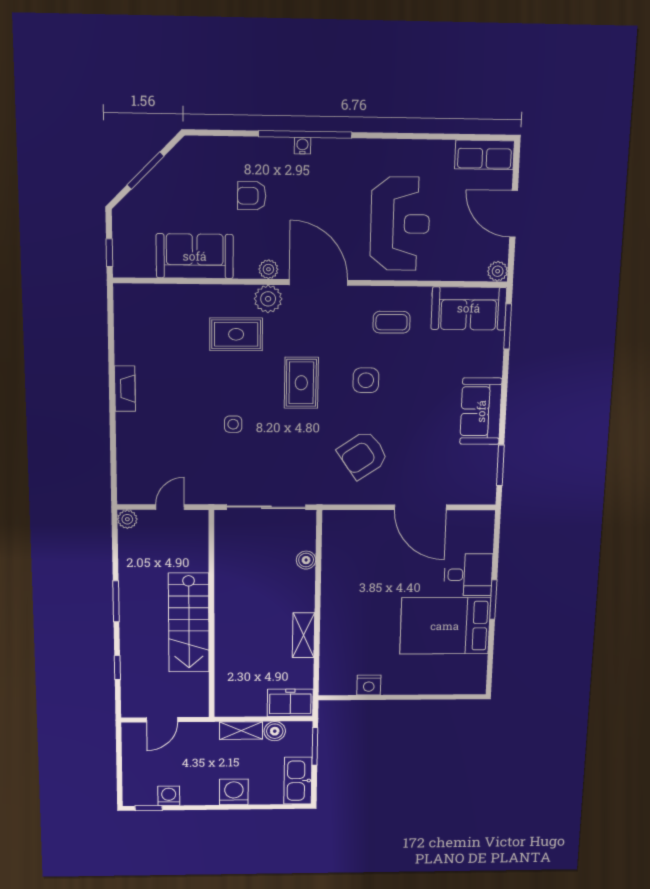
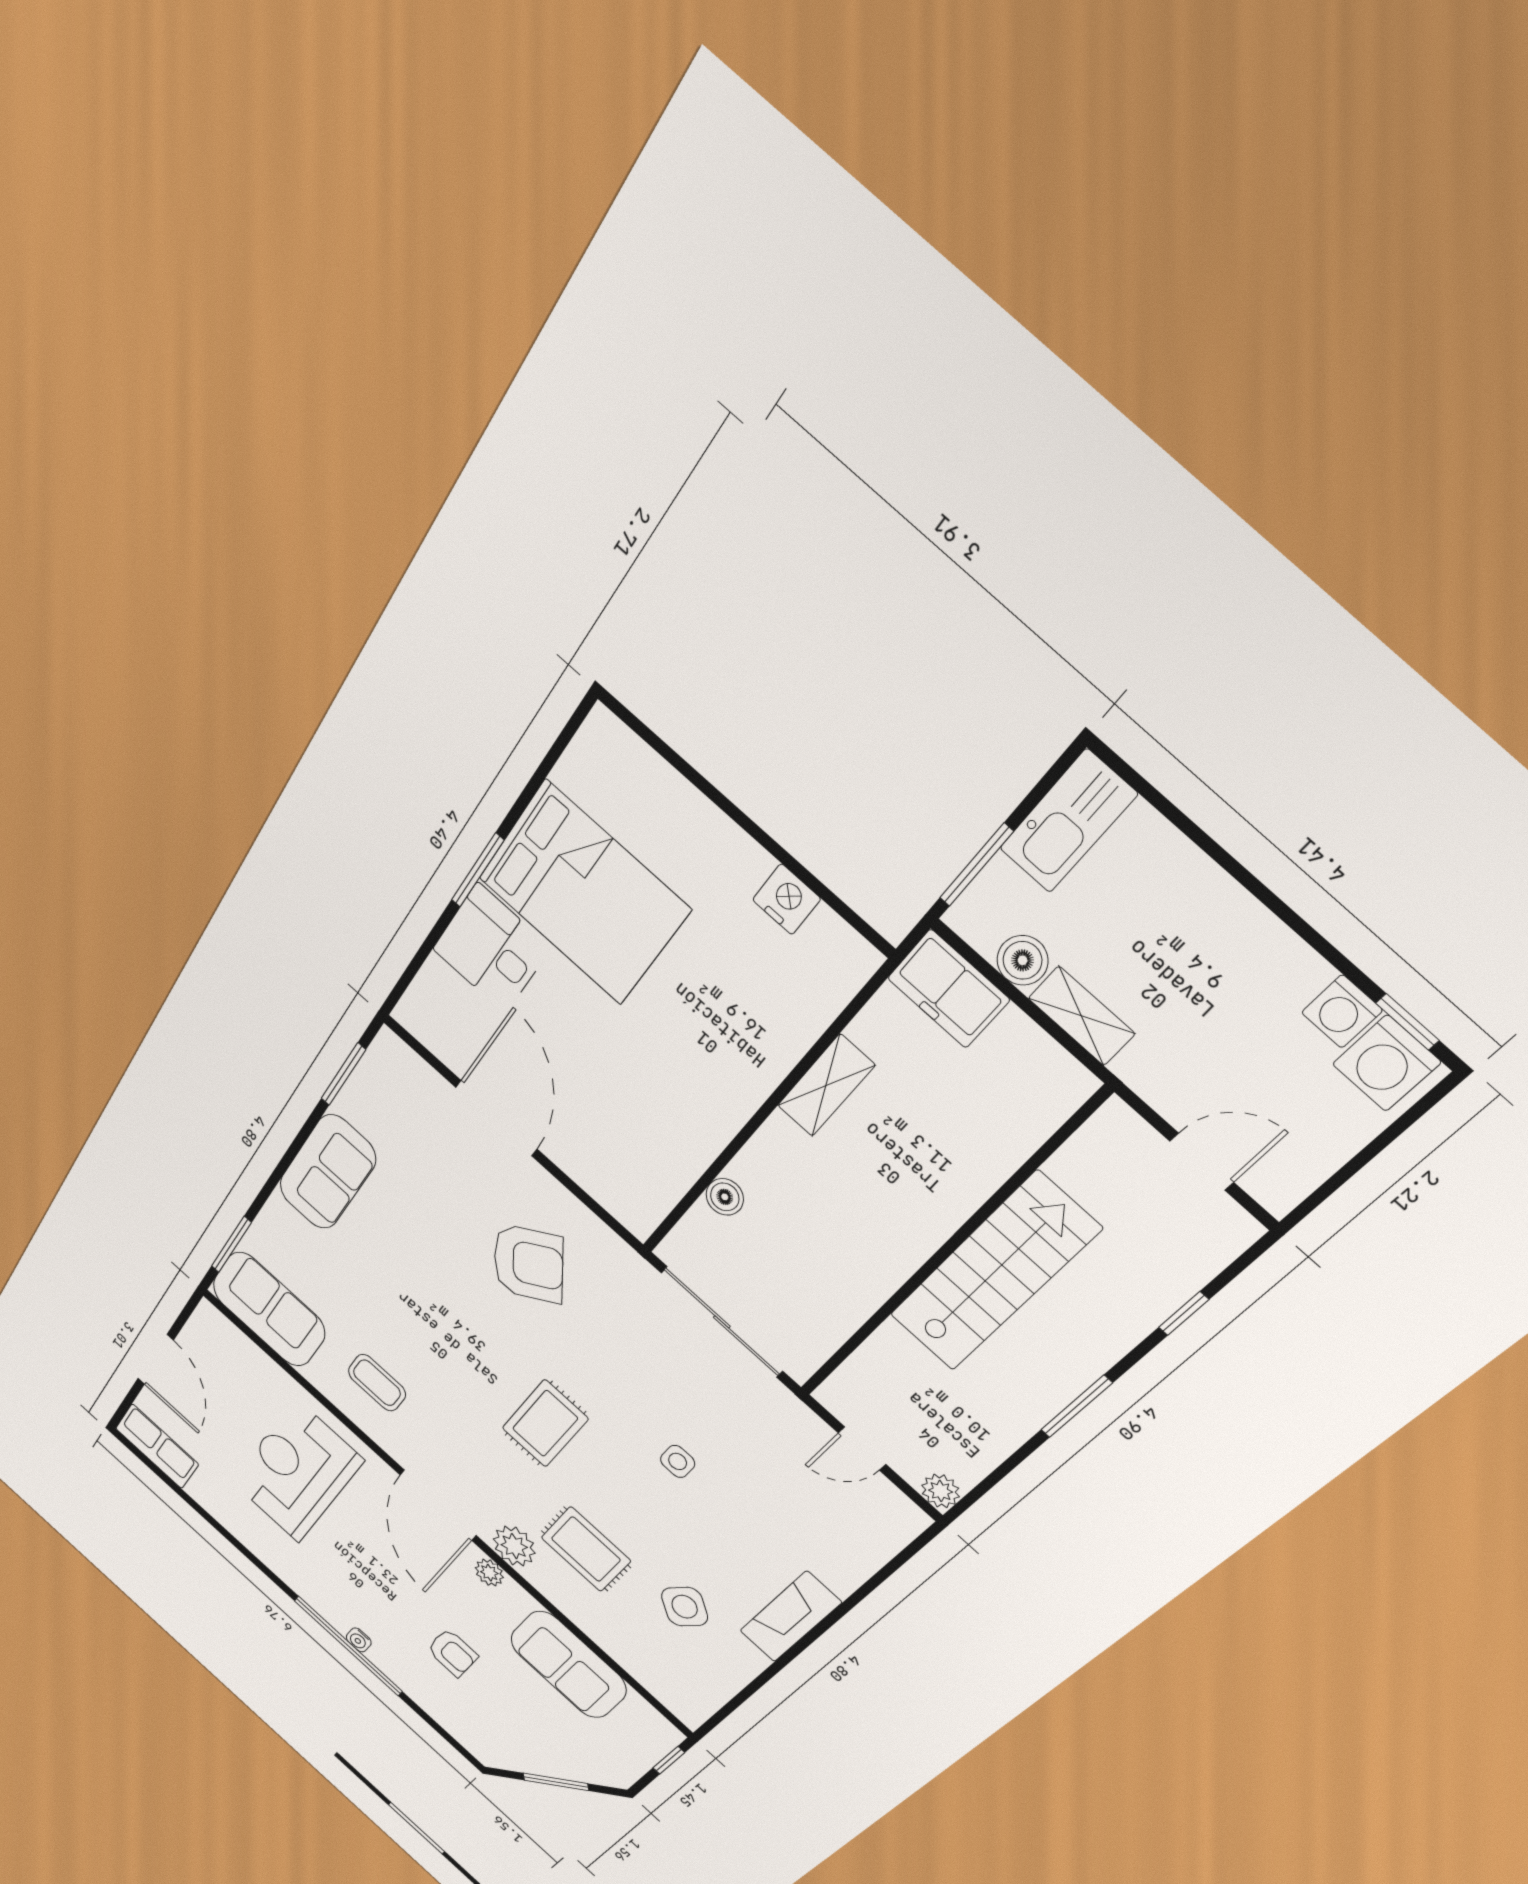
plant: (498, 271) -> (209, 1318), removed
side table: (366, 380) -> (685, 1607), moved, turned 36
fireplace: (125, 389) -> (790, 1617), width x1.37, depth x1.32
washing machine: (234, 792) -> (1386, 1063), moved

